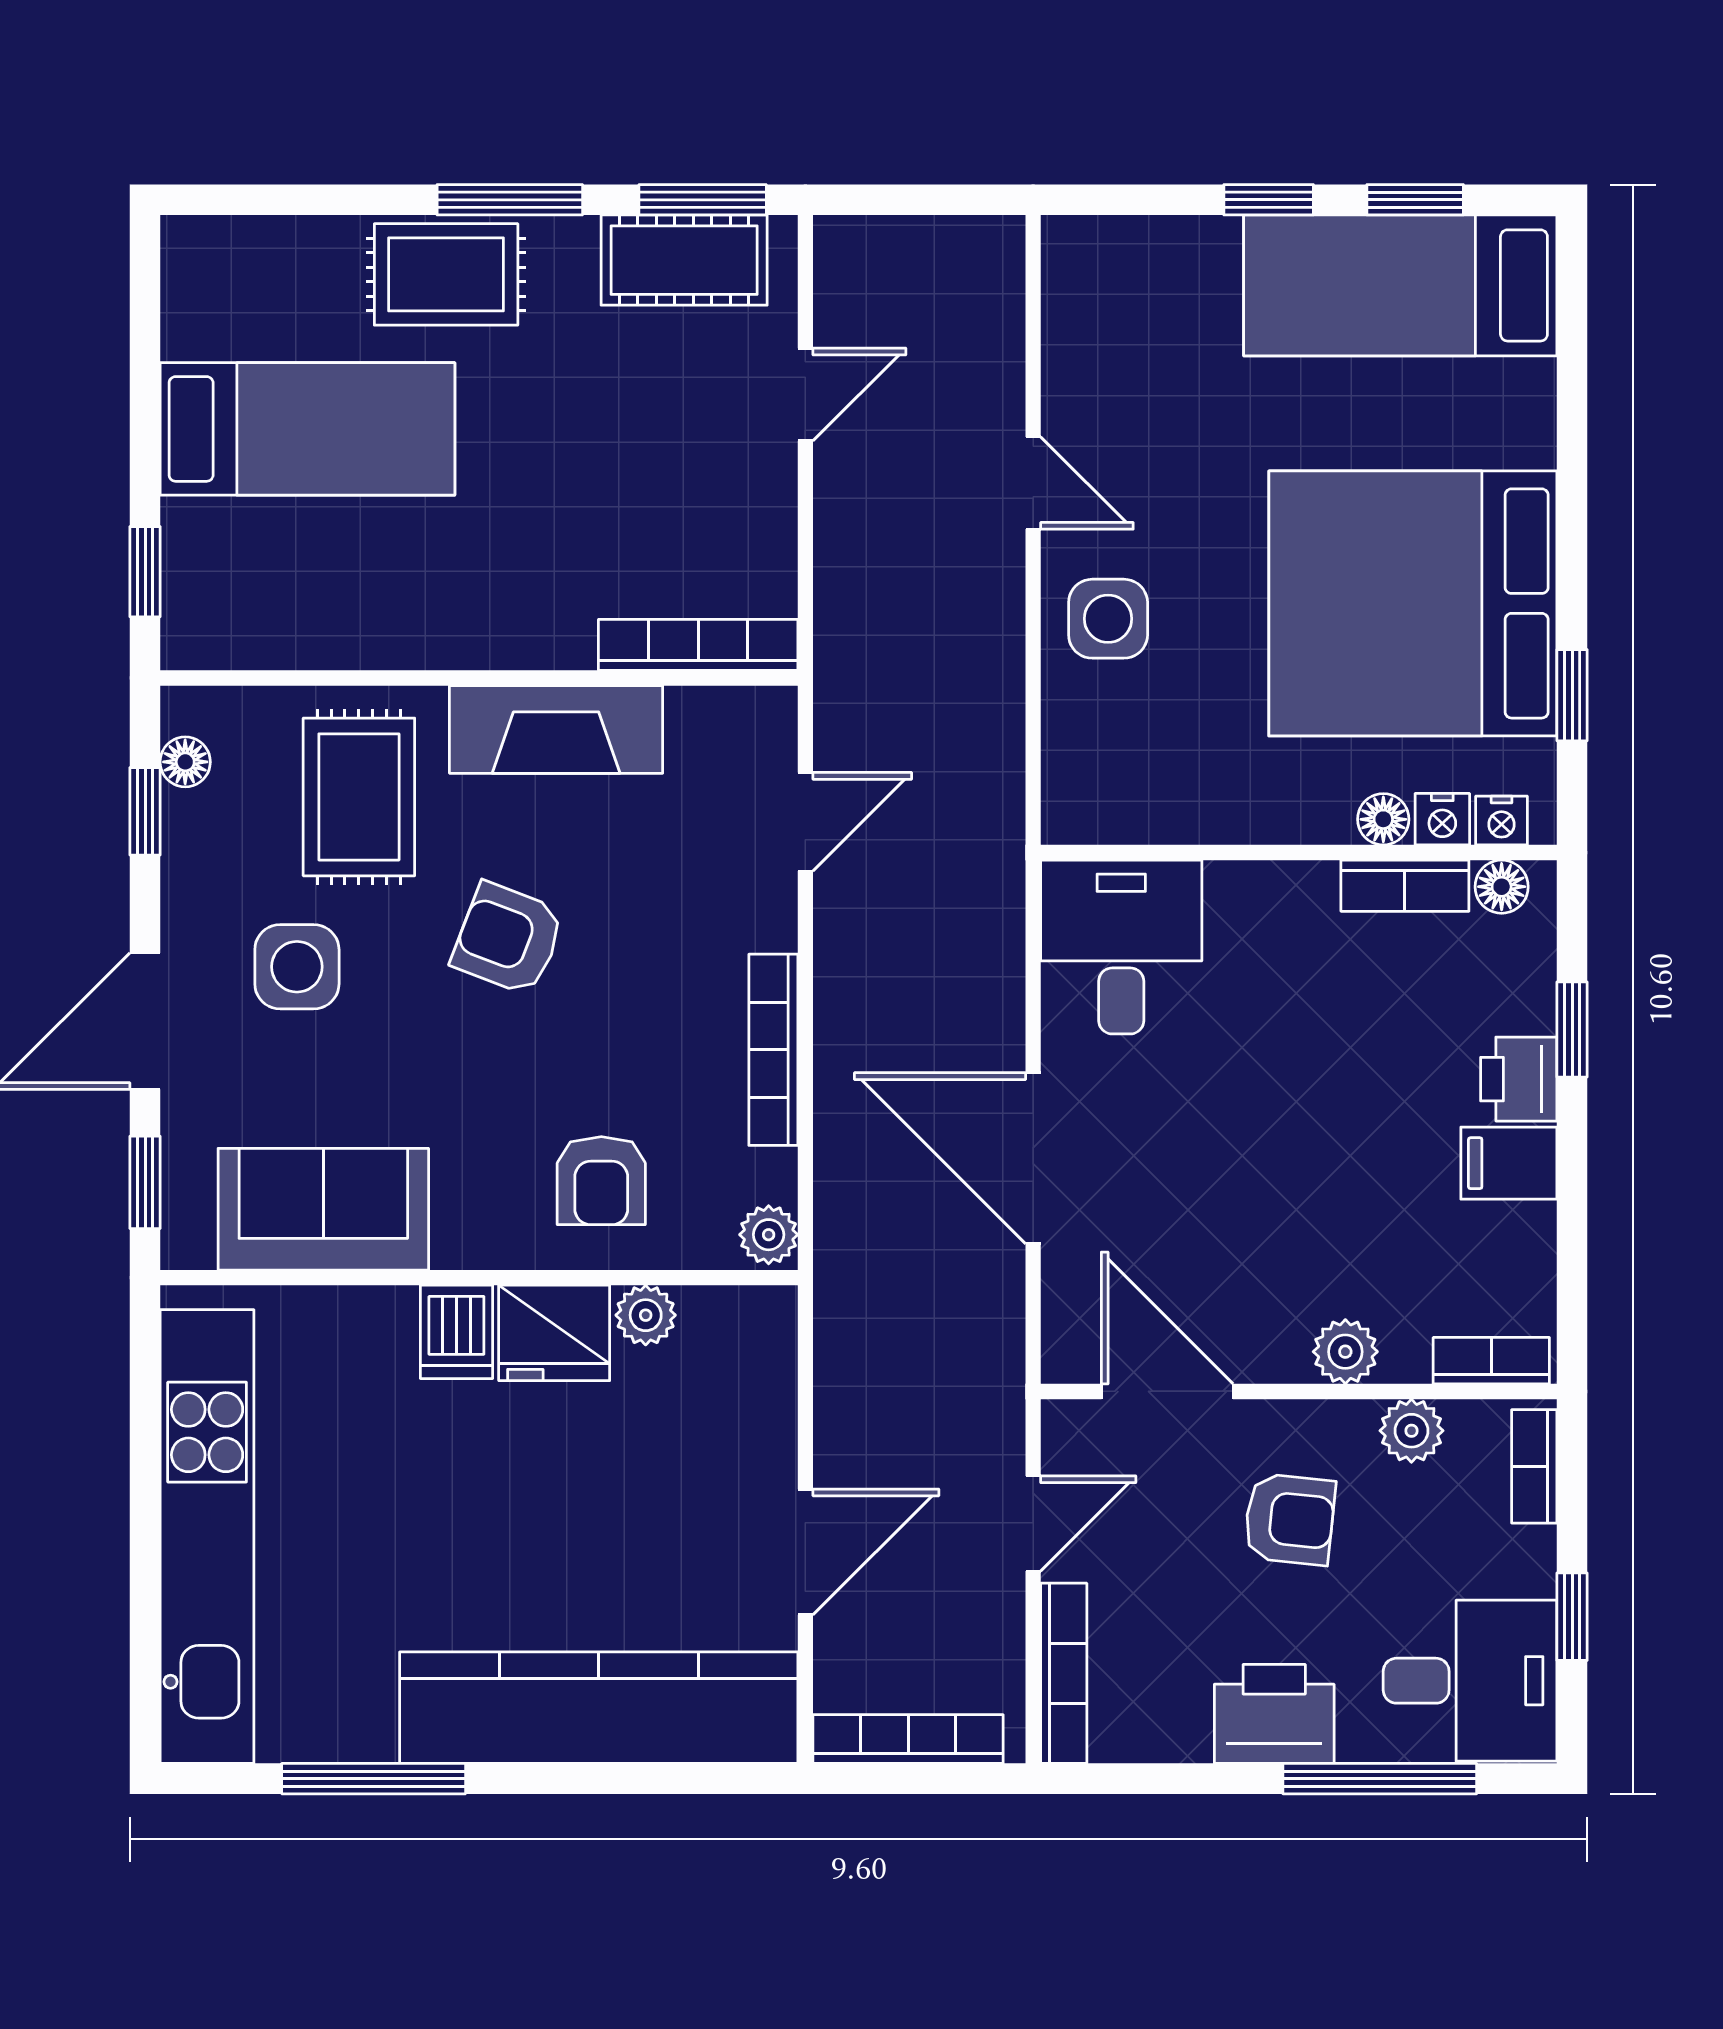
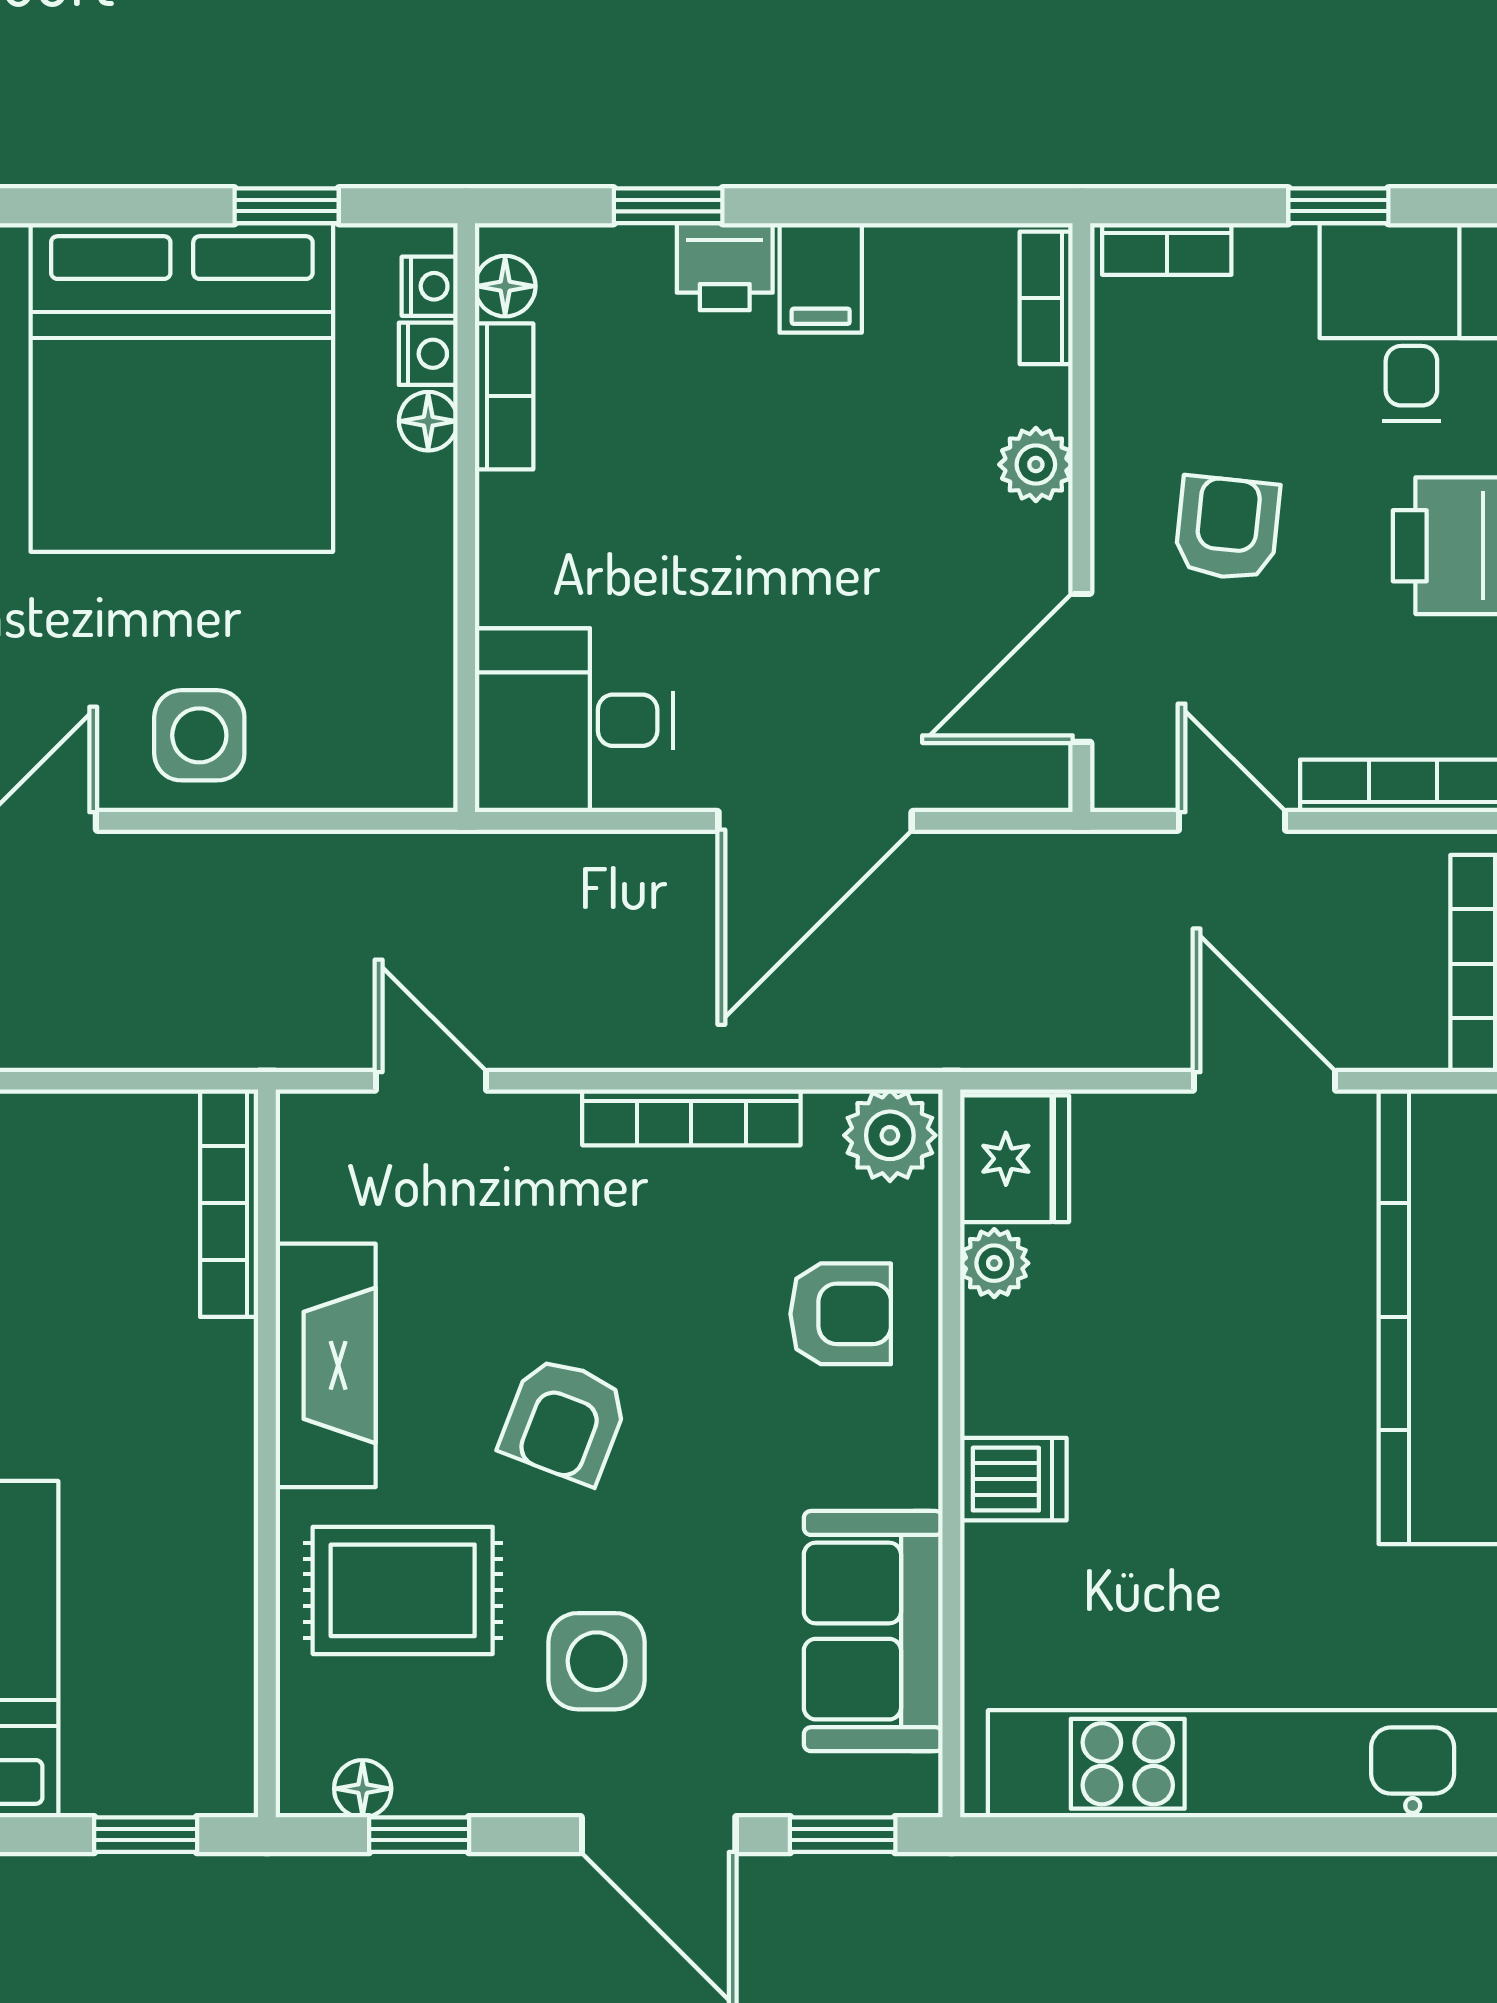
plant: (769, 1235) -> (890, 1135), width x1.38, depth x1.38
fridge: (554, 1333) -> (1015, 1159), moved
plant: (1411, 1431) -> (1126, 389), removed

